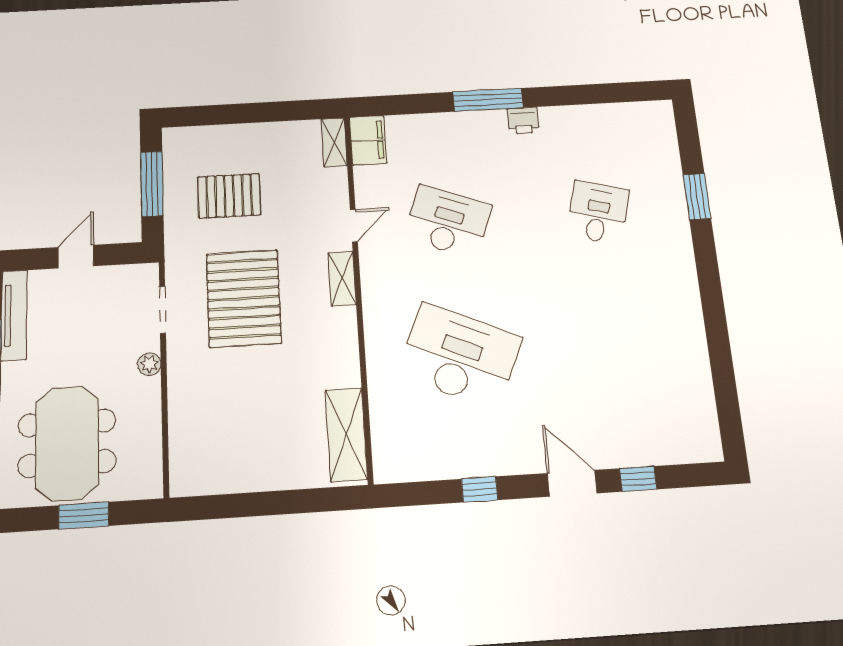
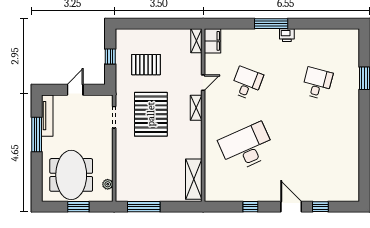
window: (152, 184) -> (110, 56), width x0.46
desk: (448, 221) -> (247, 83), width x0.73
desk: (459, 356) -> (247, 147), turned -48
plant: (149, 364) -> (108, 184), moved
window: (235, 506) -> (144, 207), added

